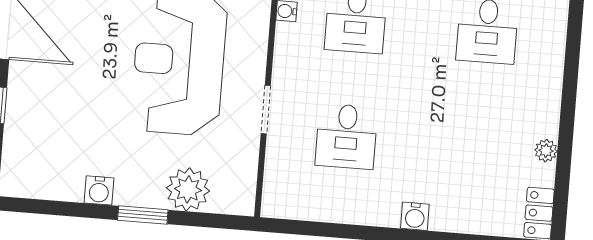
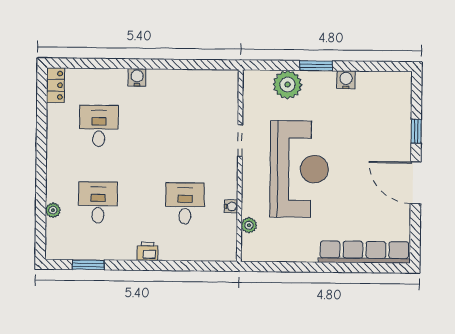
desk: (346, 136) -> (99, 126), moved
plant: (546, 151) -> (53, 210), moved

